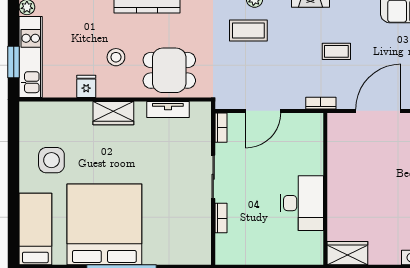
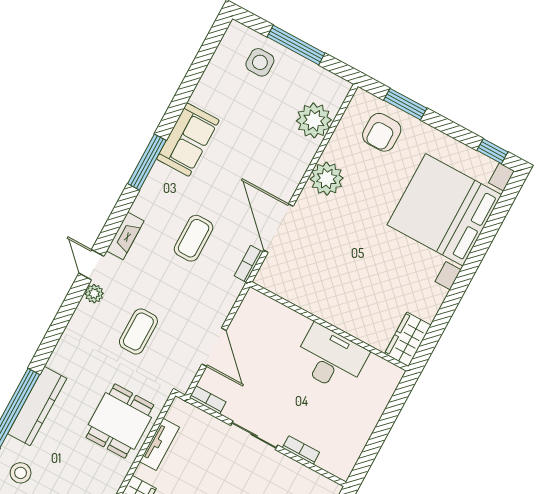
coffee table: (248, 31) -> (138, 331), moved
coffee table: (336, 51) -> (194, 238), width x1.36, depth x1.30
stool: (116, 57) -> (21, 473), moved
bookcase: (321, 103) -> (249, 264), moved

